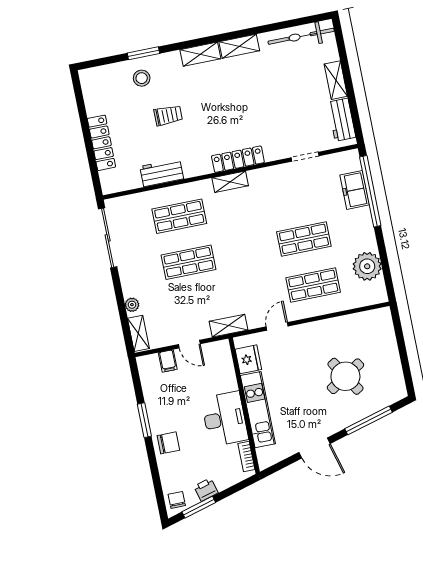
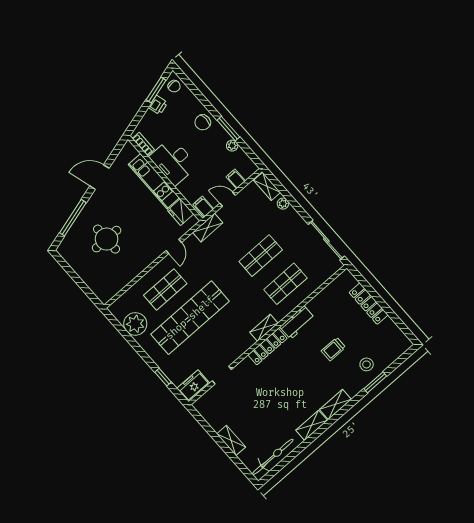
workbench: (342, 120) -> (211, 415), removed
workbench: (162, 173) -> (297, 322), moved
freezer: (355, 190) -> (193, 386), moved, turned -90
window: (370, 191) -> (163, 377), width x0.32
shop shelf: (304, 239) -> (190, 318), width x2.00, depth x1.36
filing cabinet: (220, 351) -> (203, 207), added
round table: (345, 376) -> (107, 239), turned 32
plant: (151, 399) -> (232, 146), added

